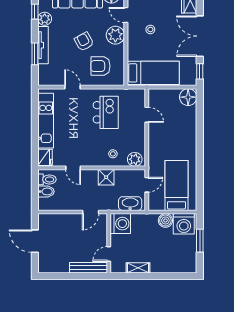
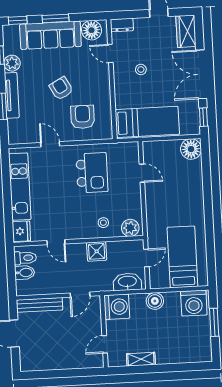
plant: (115, 35) -> (99, 79), removed
armchair: (100, 66) -> (83, 117), turned 90
boiler: (165, 220) -> (155, 301), moved
bench: (88, 268) -> (40, 305), moved

